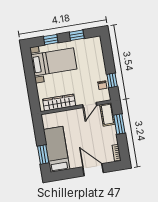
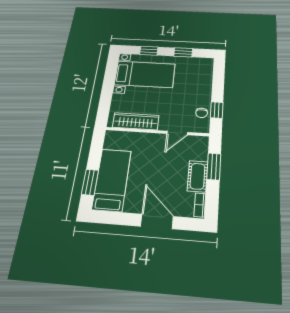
cot: (107, 114) -> (198, 176), moved

